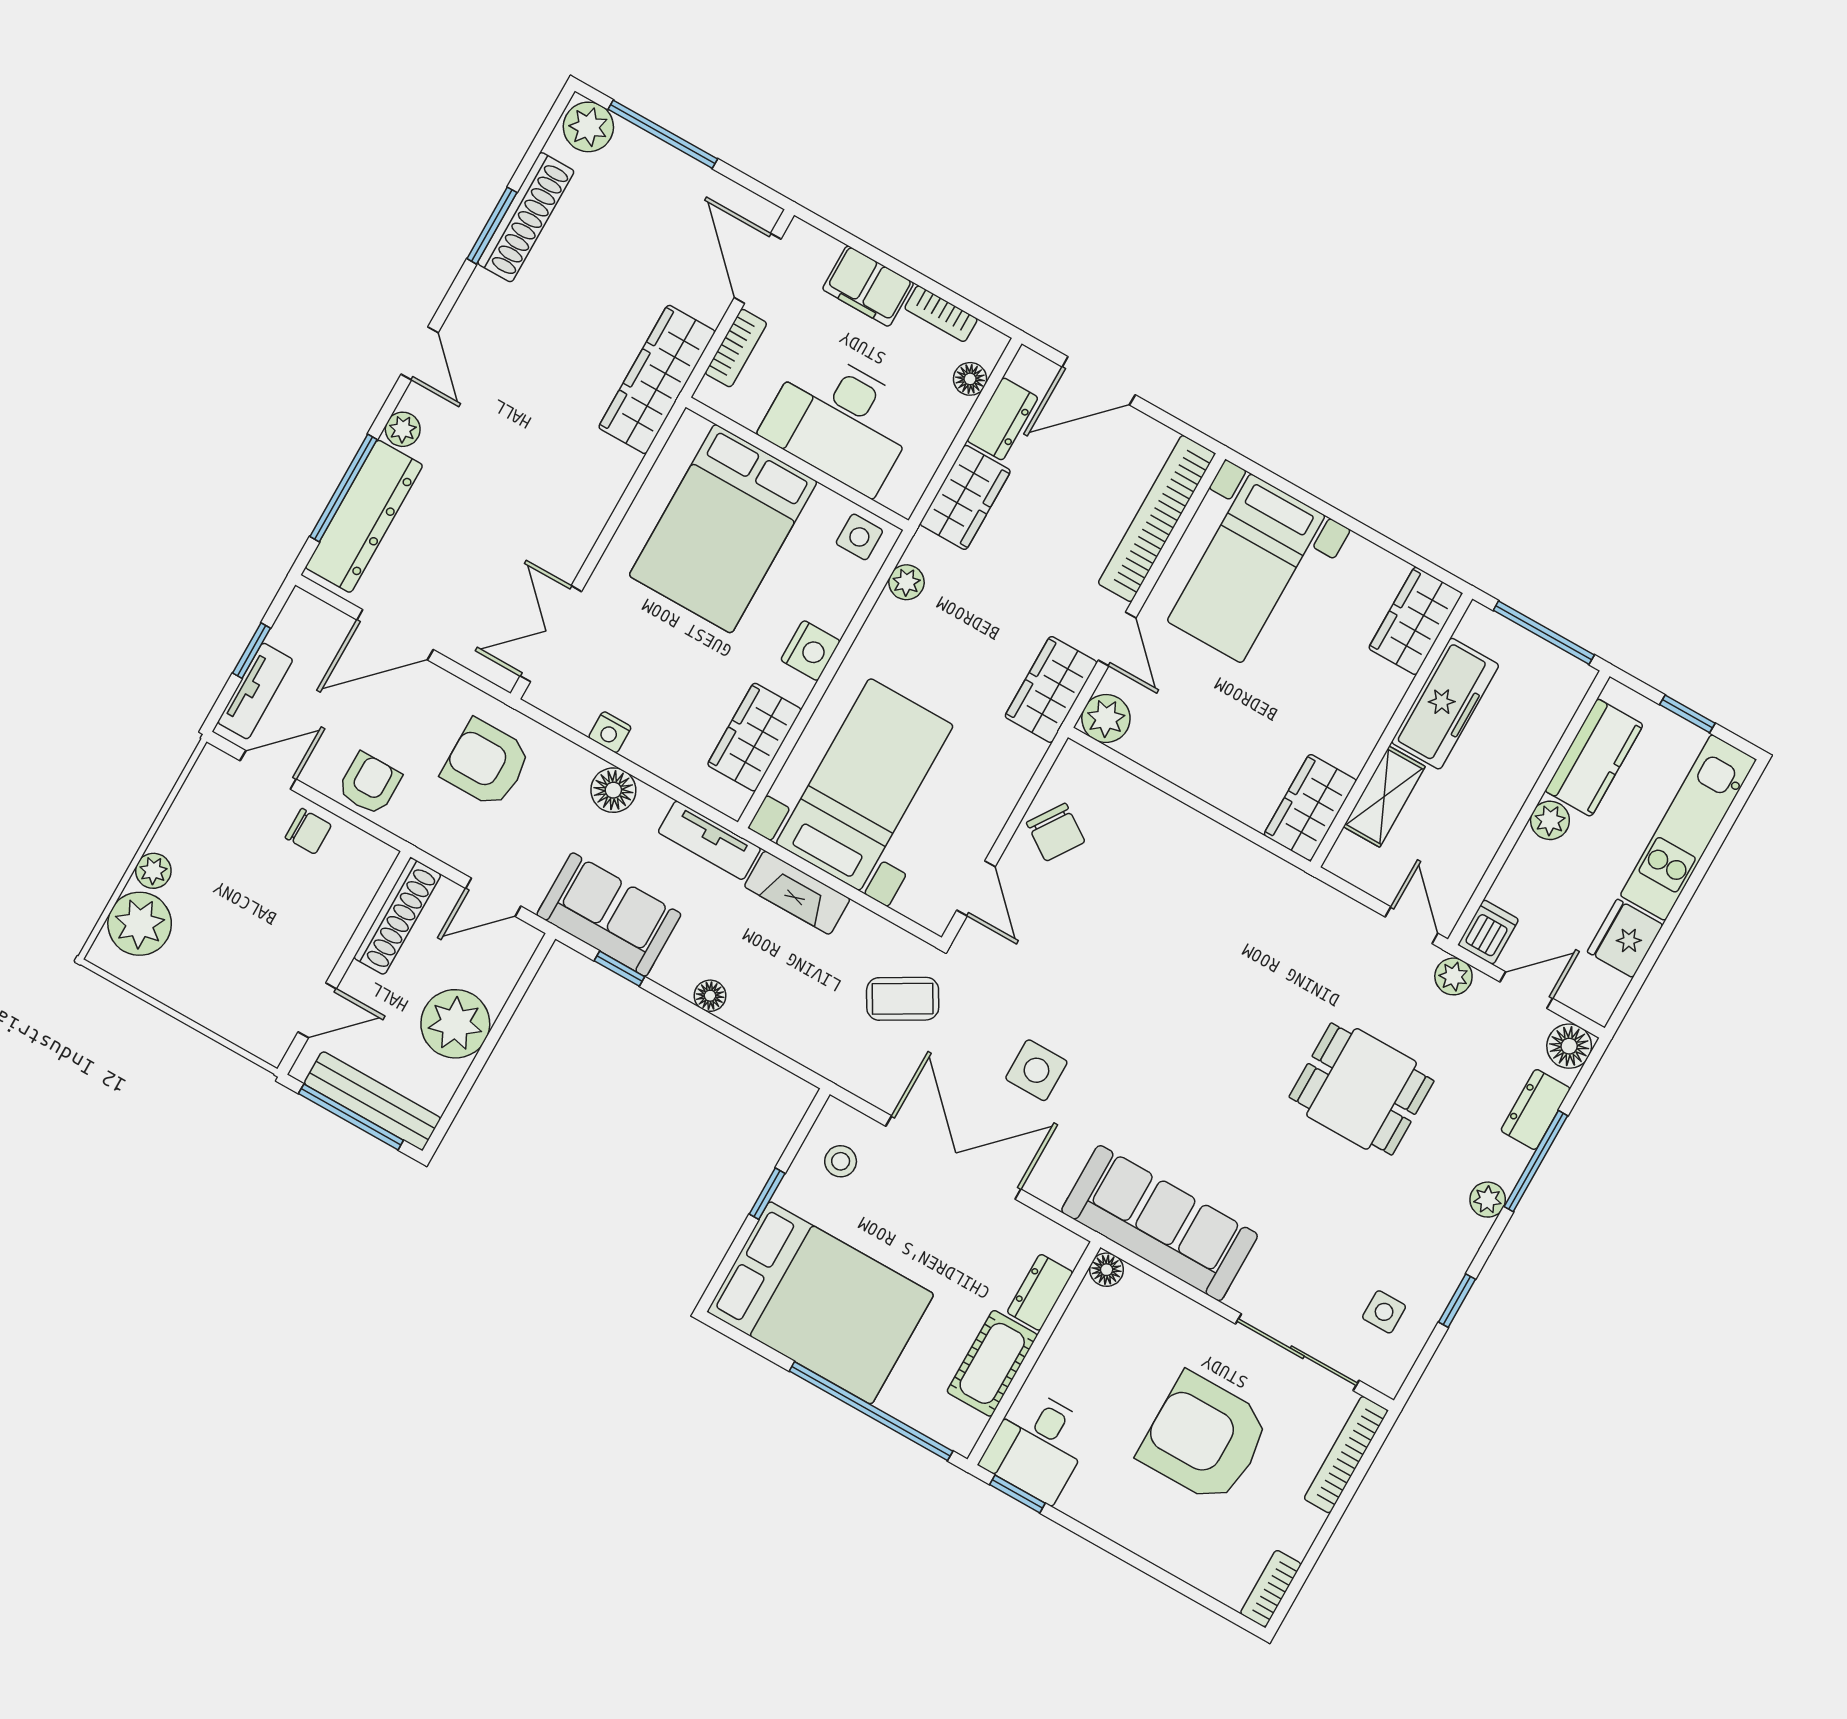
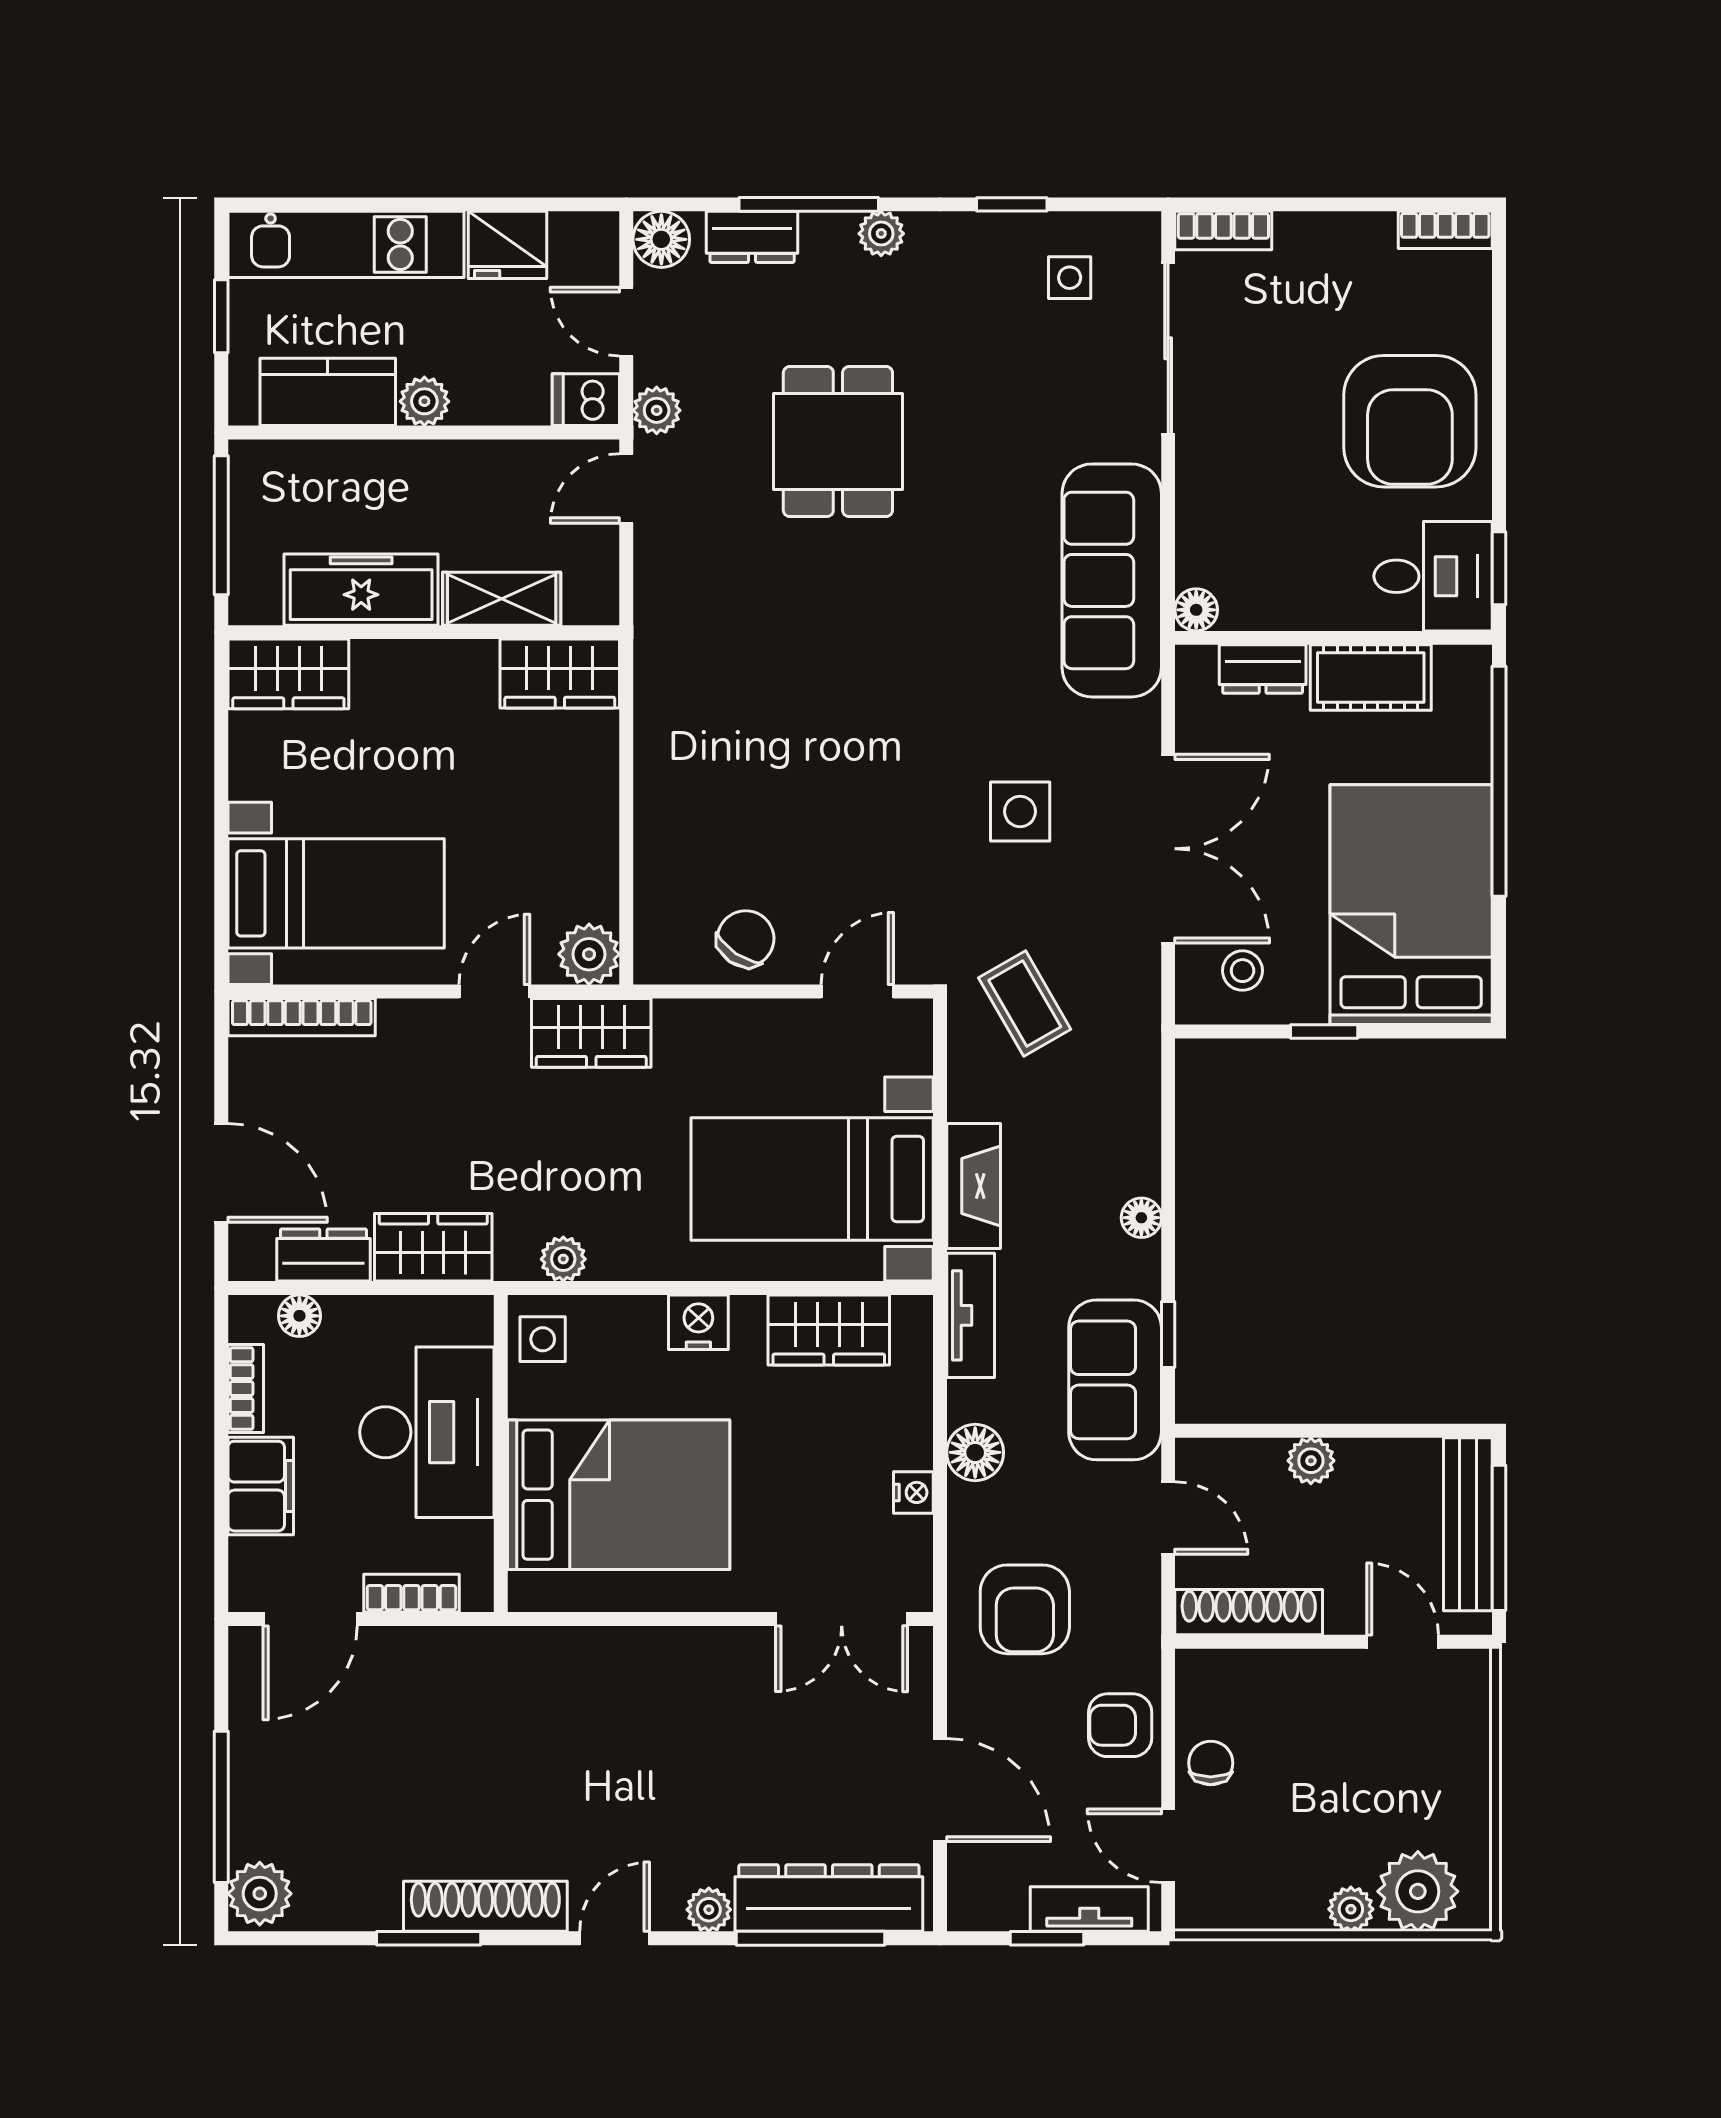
shoe rack: (526, 217) -> (485, 1906), moved
wardrobe: (657, 379) -> (495, 1661), removed
bookcase: (1157, 519) -> (302, 1017), width x0.68, depth x0.76
plant: (455, 1024) -> (1311, 1461), width x0.53, depth x0.53
double door: (953, 1158) -> (1168, 849), swing flipped
armchair: (1205, 1438) -> (1410, 421), moved
bookcase: (1346, 1455) -> (1223, 231), width x0.64

